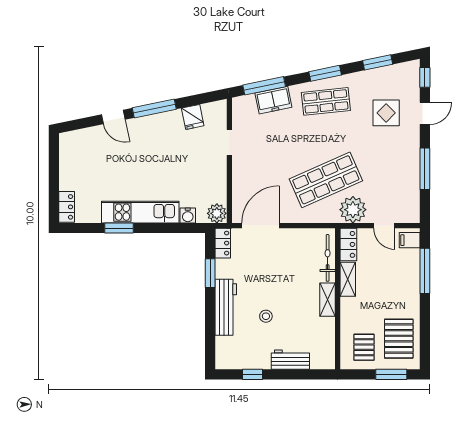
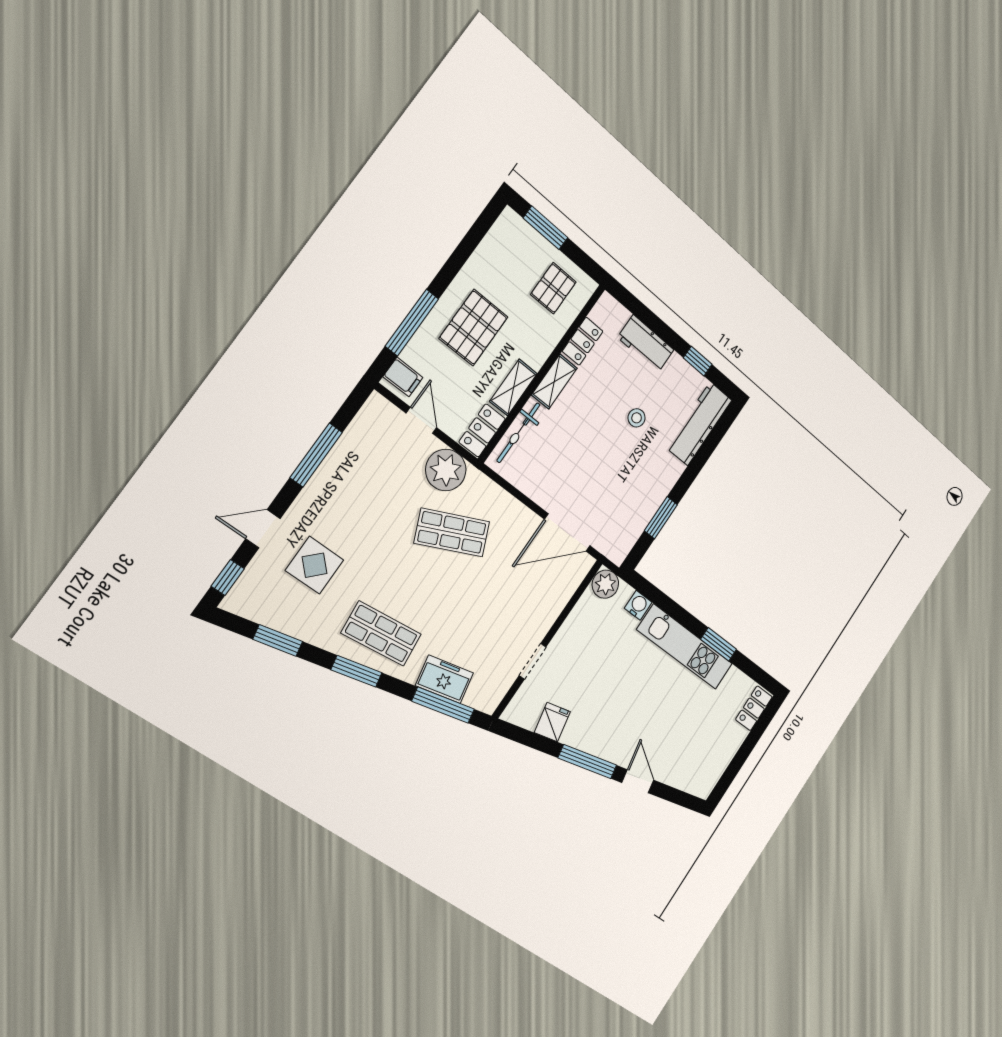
shop shelf: (326, 180) -> (452, 532), width x0.70, depth x0.74
locker: (223, 243) -> (583, 341), moved, turned 180
workbench: (226, 307) -> (699, 424), moved
pallet: (399, 339) -> (474, 328), moved

